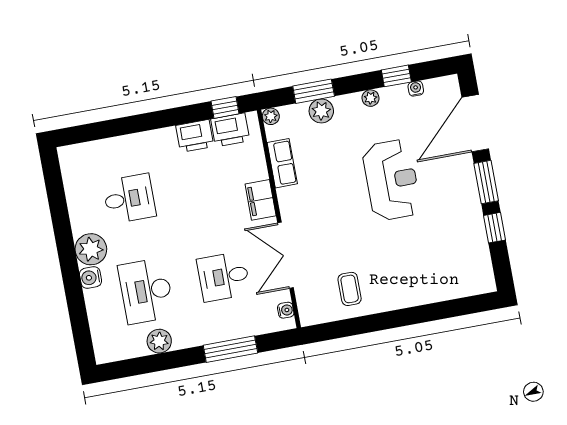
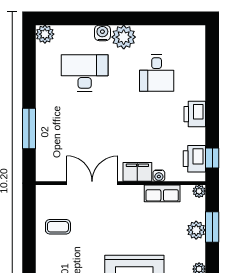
printer: (195, 136) -> (195, 114), moved
desk: (224, 277) -> (85, 133), removed
water cooler: (286, 310) -> (159, 176), moved
plant: (159, 341) -> (45, 34), moved

